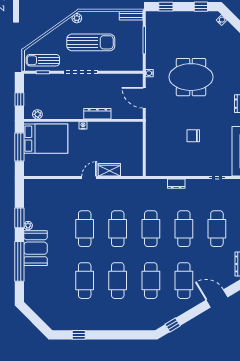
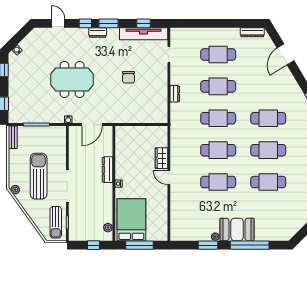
meeting table: (191, 77) -> (72, 79), turned 90
cafe table: (184, 281) -> (268, 86), removed

